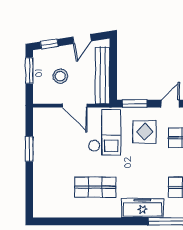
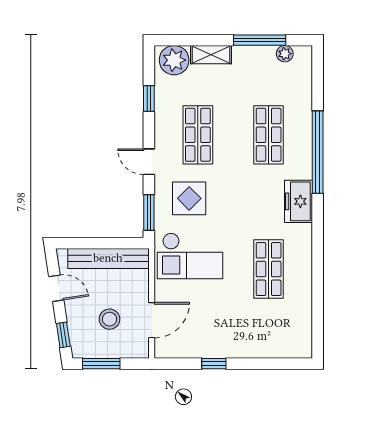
door: (75, 106) -> (152, 320), moved
checkout: (104, 132) -> (190, 256), turned 180
window: (29, 149) -> (214, 364), width x0.67
freezer: (142, 208) -> (298, 201), width x0.71

